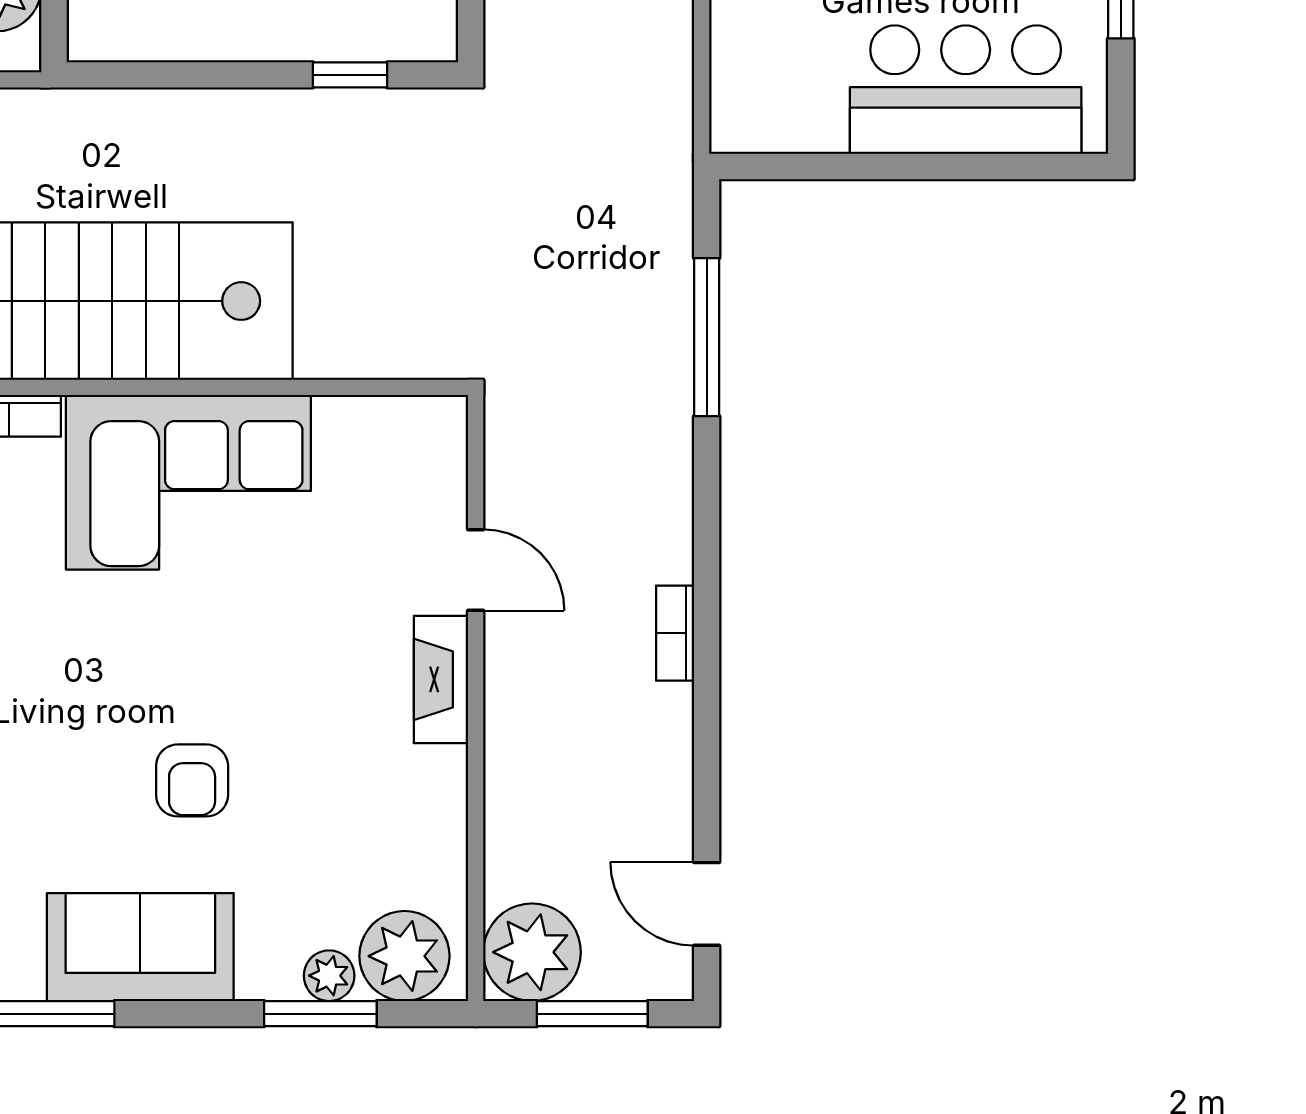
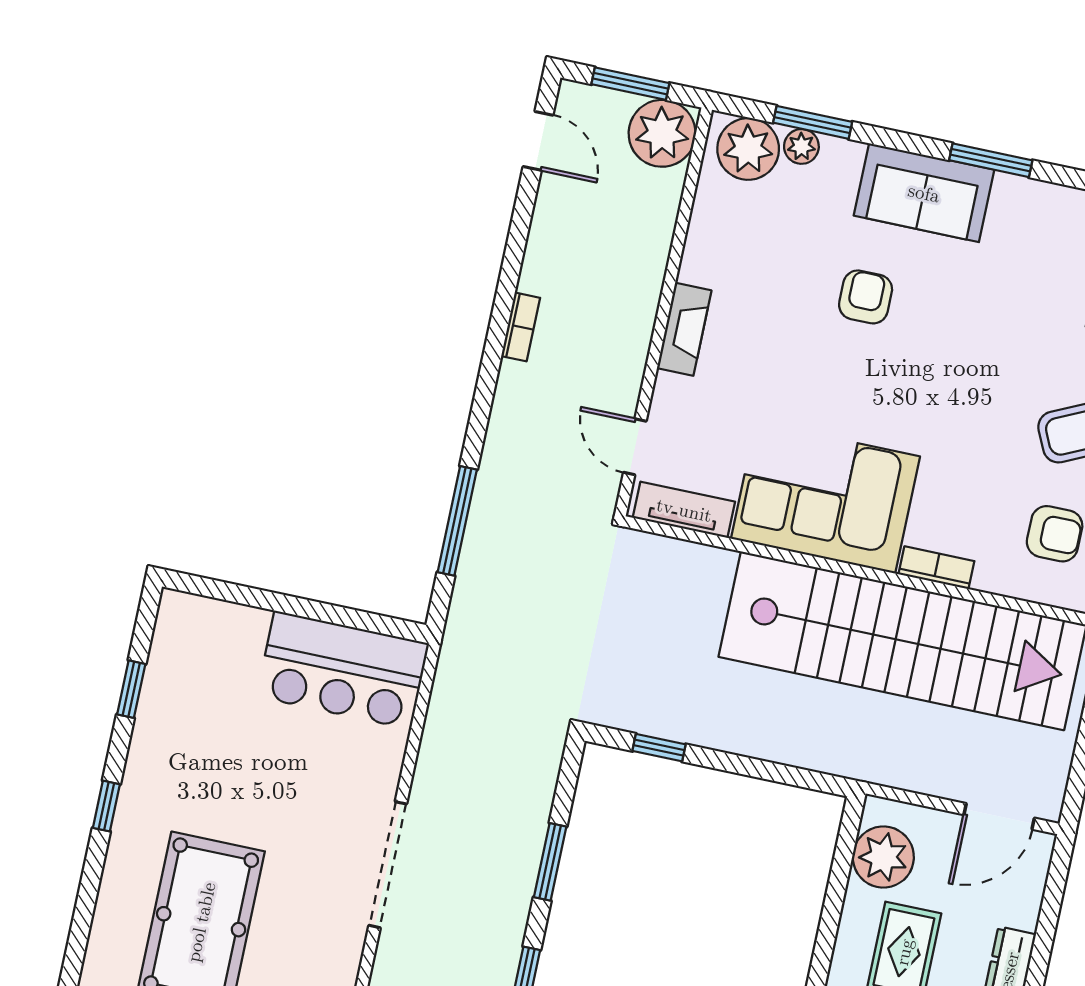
bar counter: (966, 90) -> (343, 670), moved
tv unit: (387, 422) -> (684, 510), added
door: (476, 570) -> (635, 447), moved

